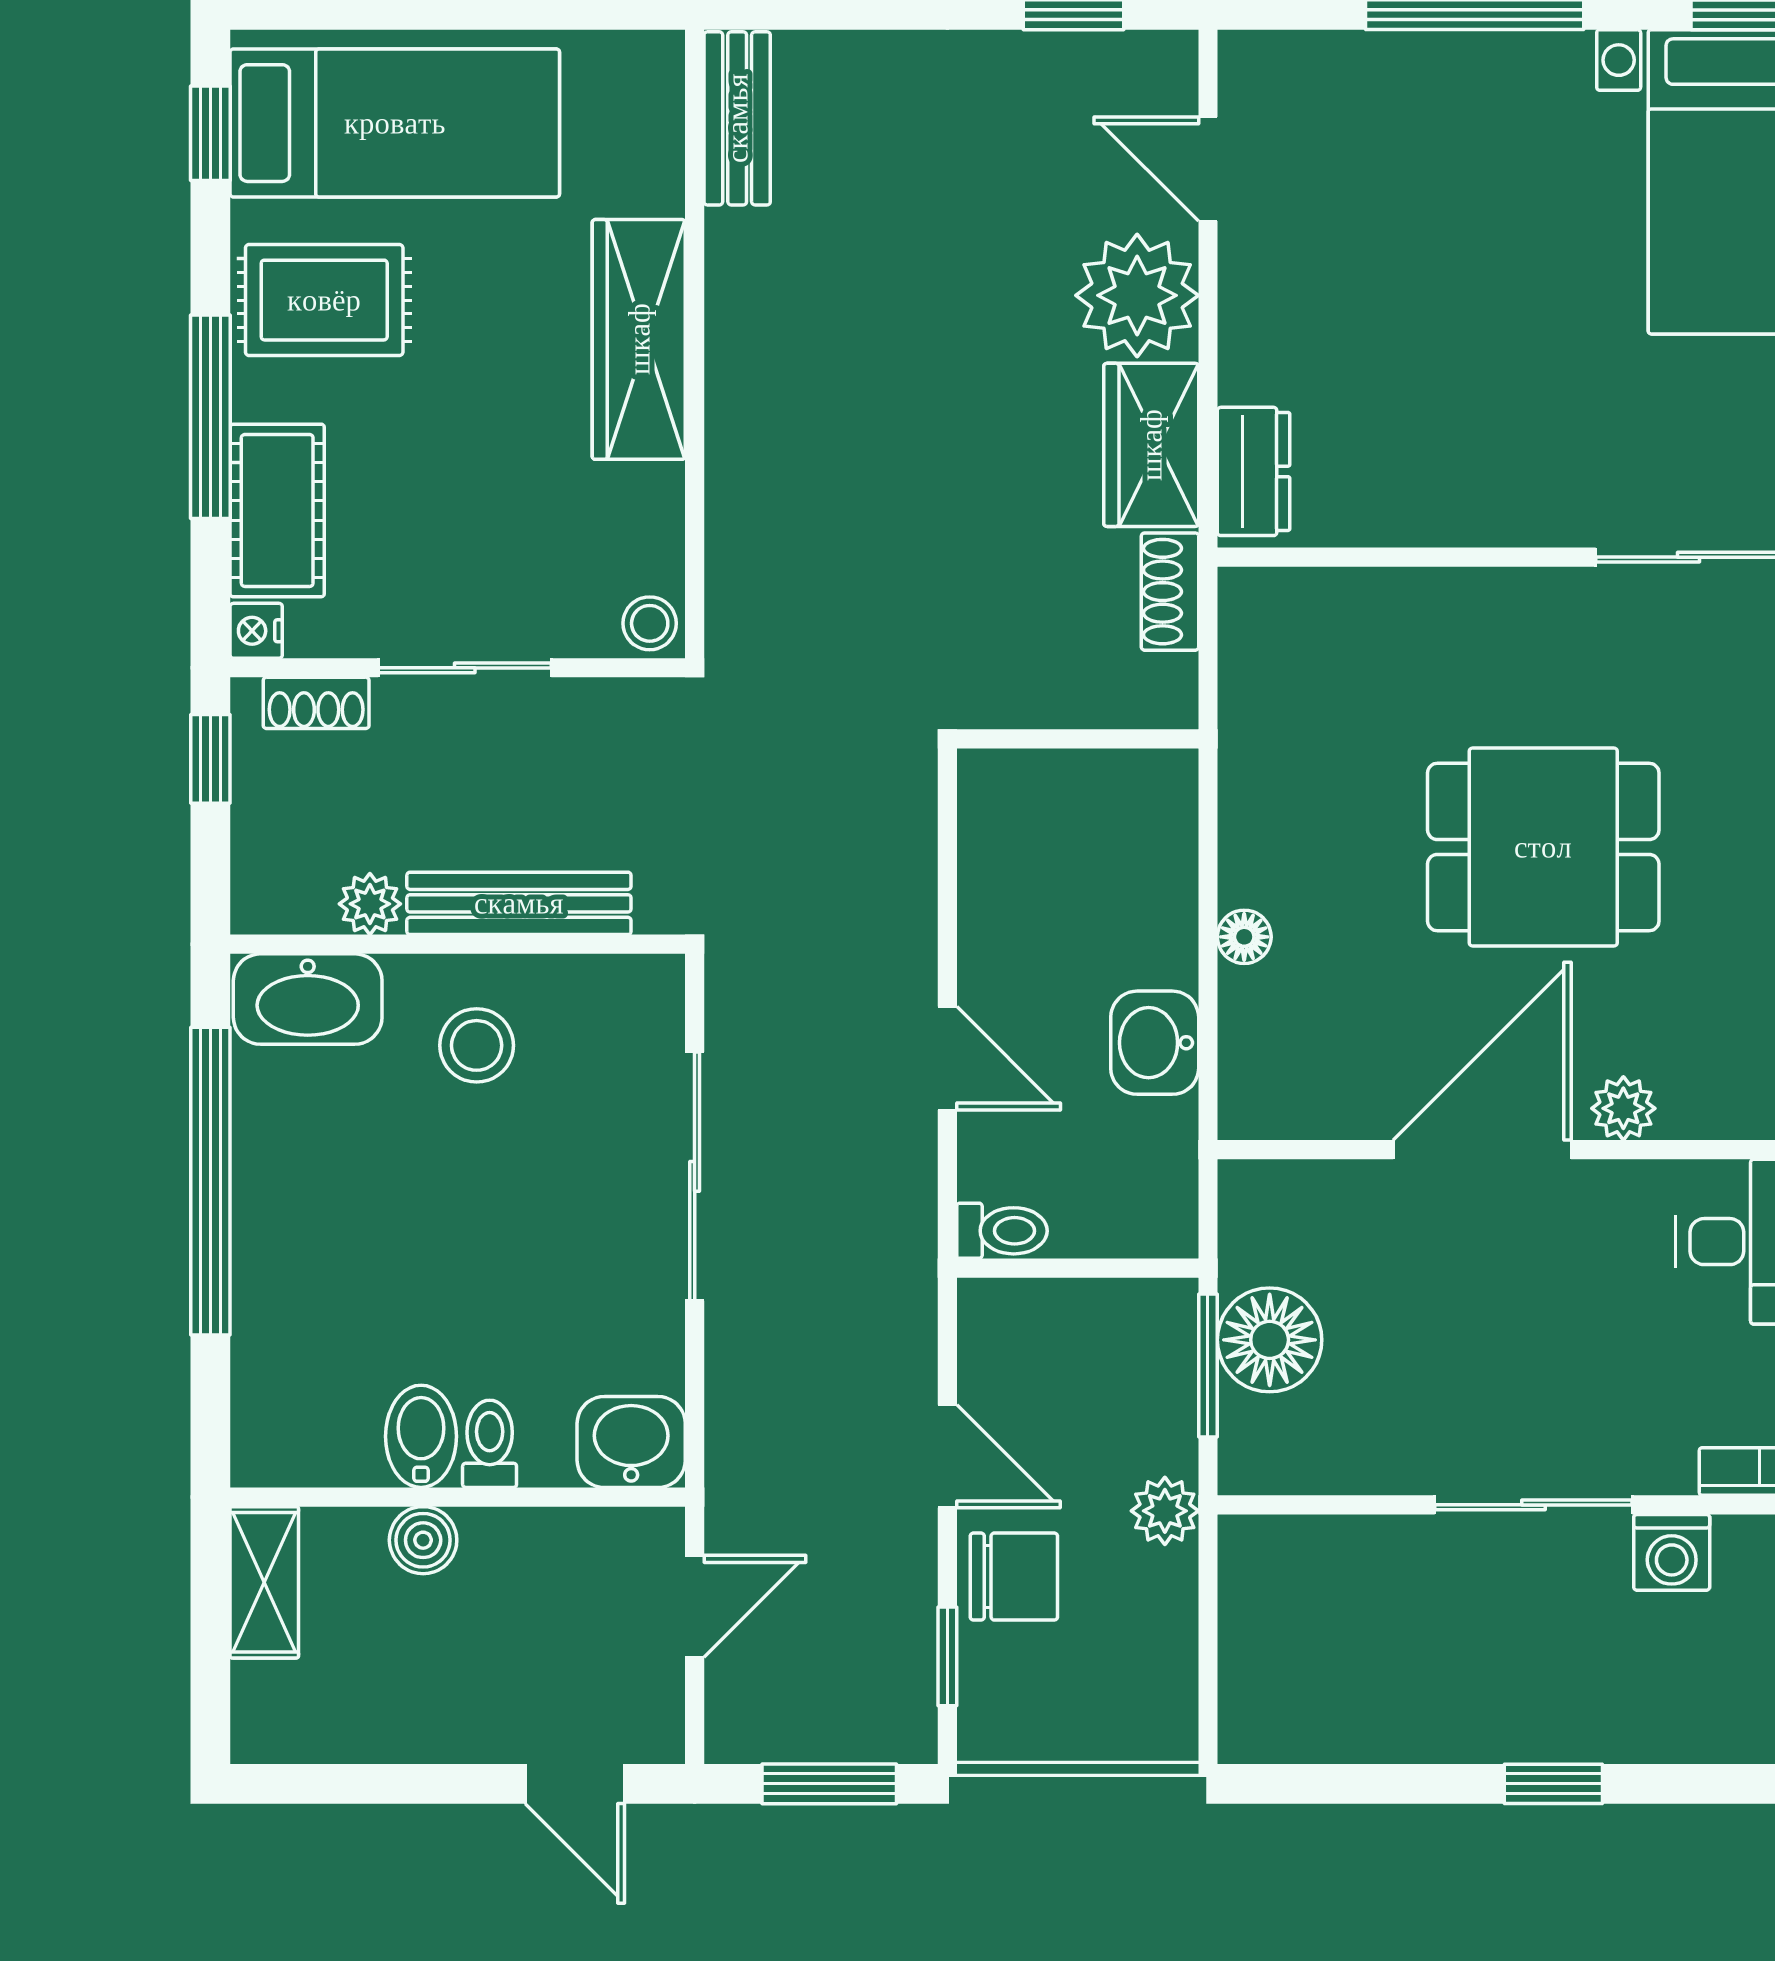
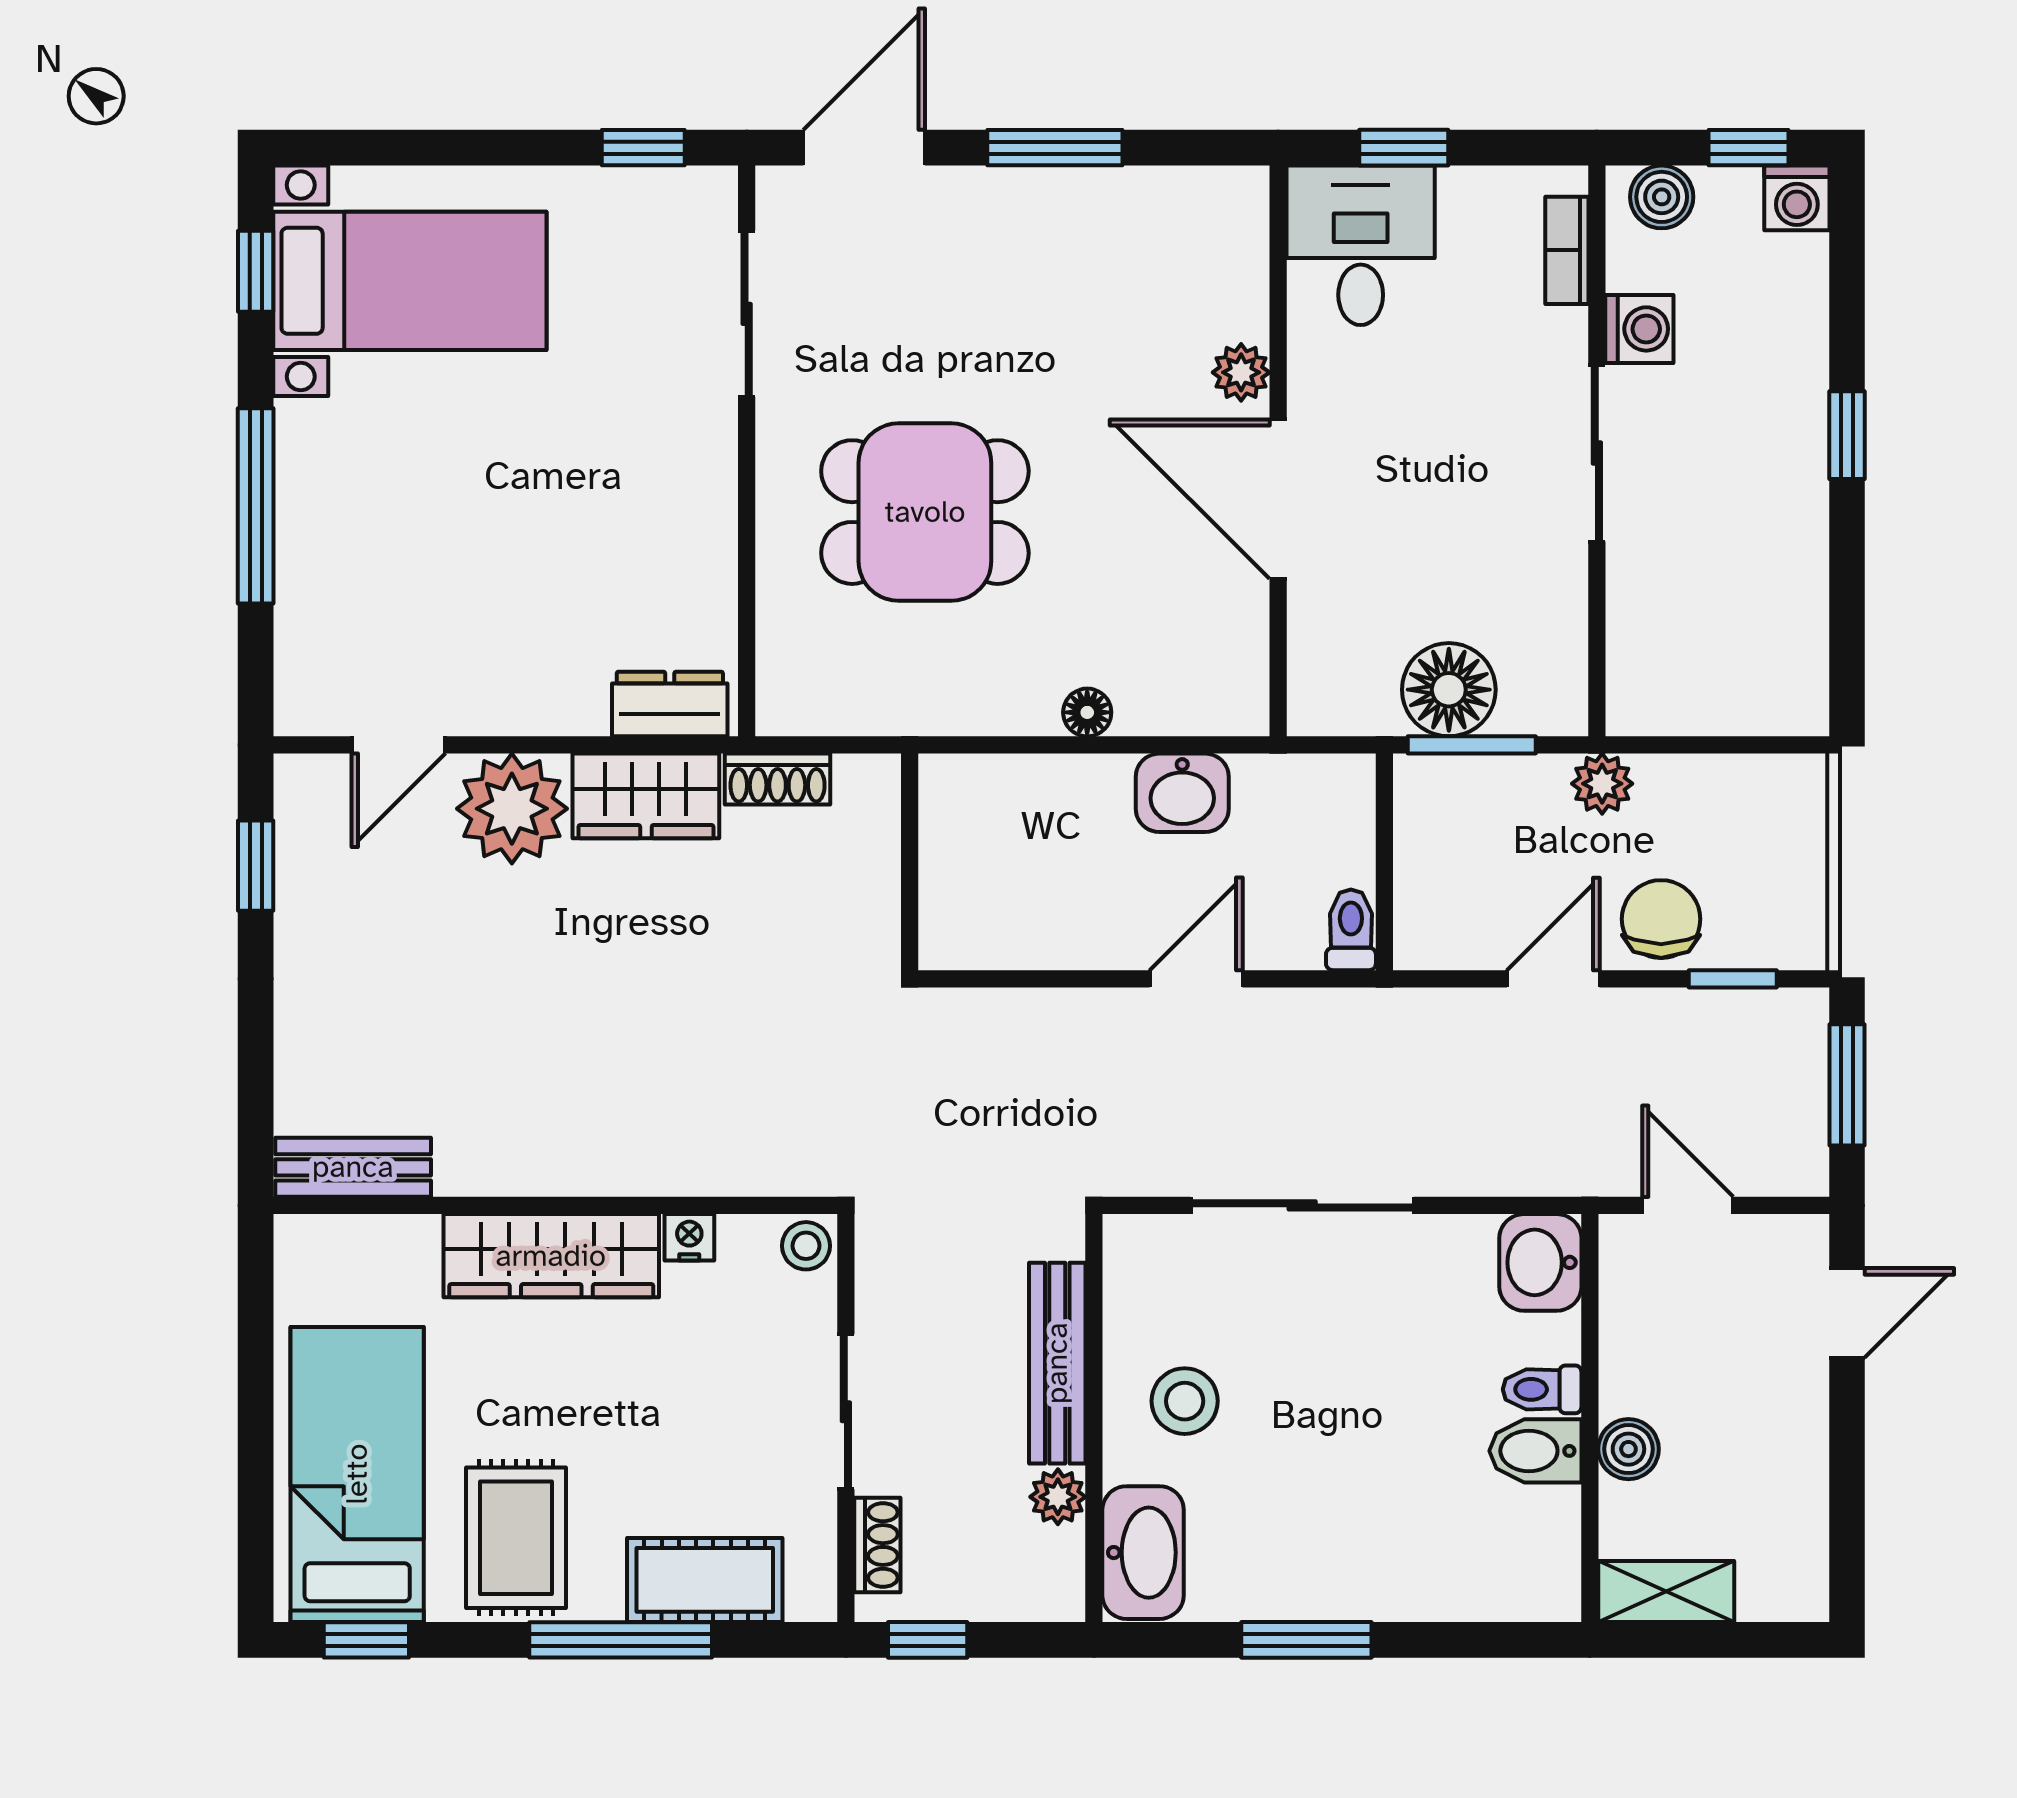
nightstand: (256, 631) -> (689, 1237), moved, turned 180
dining table: (1543, 847) -> (925, 512), moved, turned 90
window: (210, 1181) -> (1306, 1640), width x0.47

